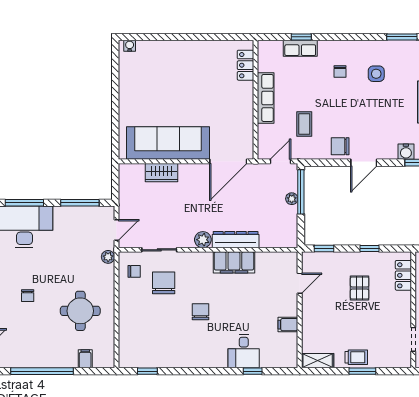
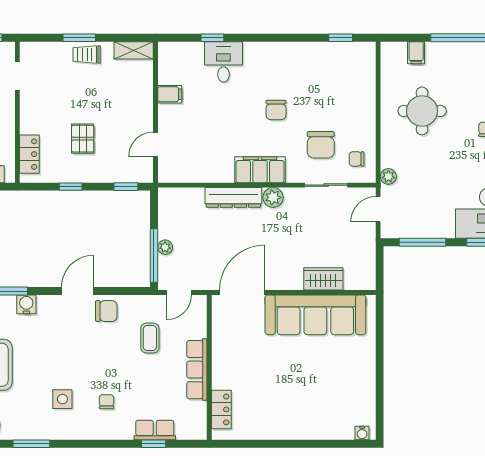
filing cabinet: (234, 262) -> (260, 170), moved

